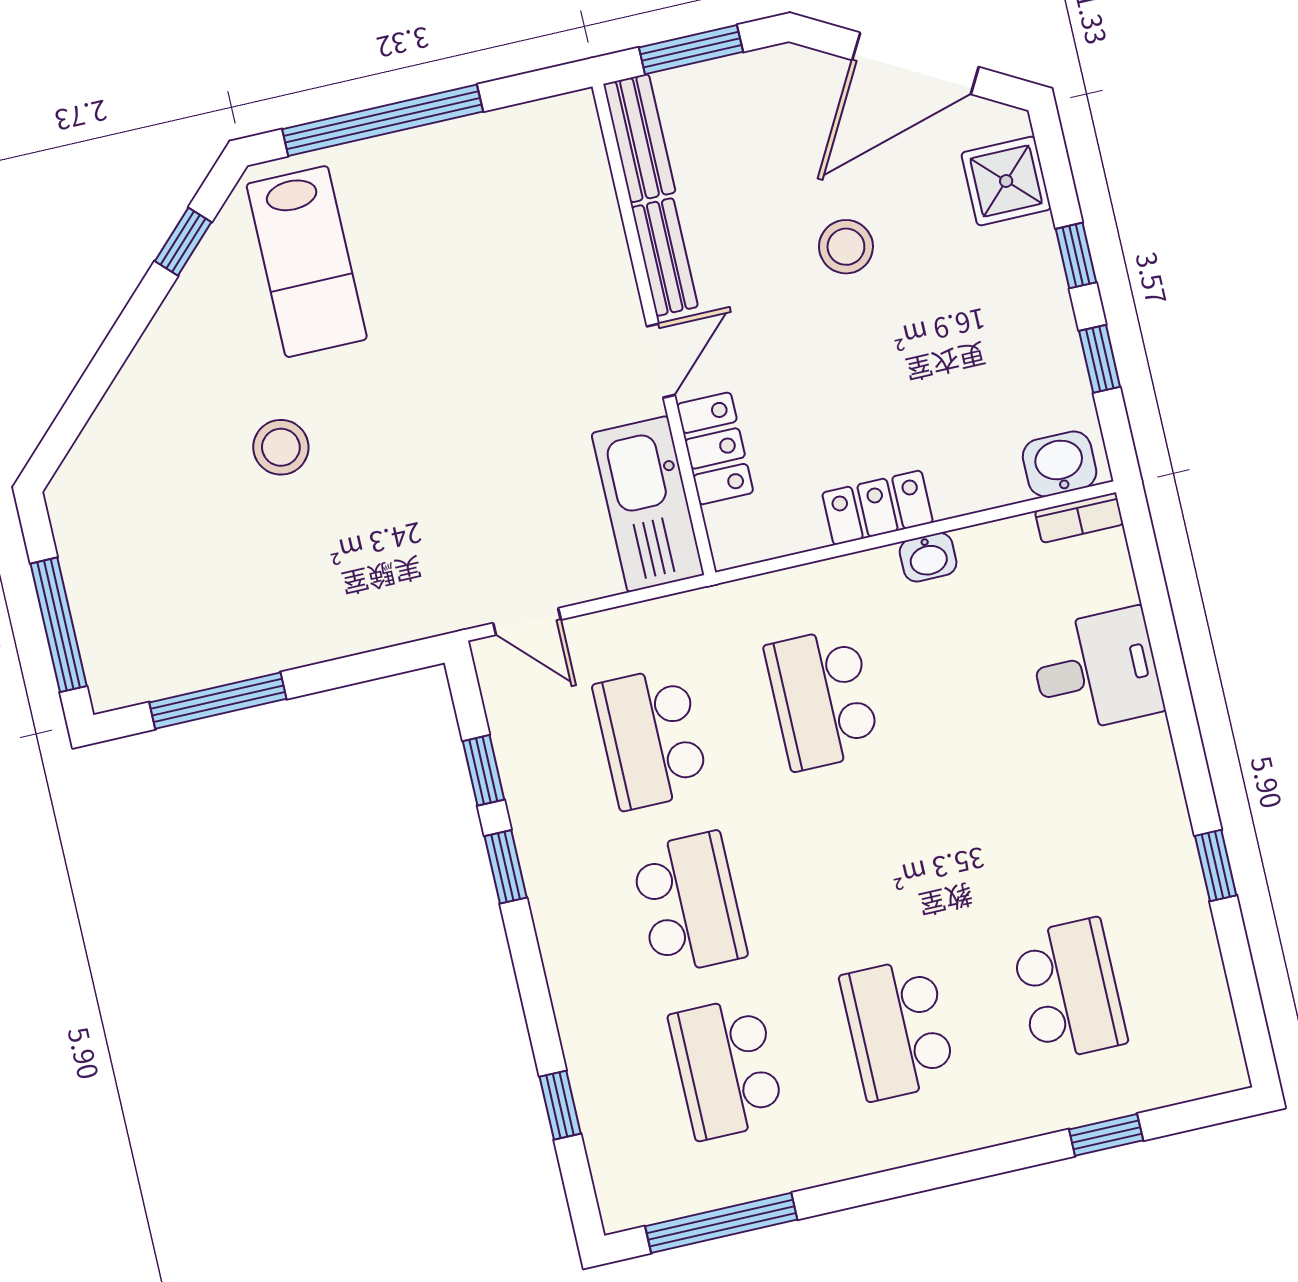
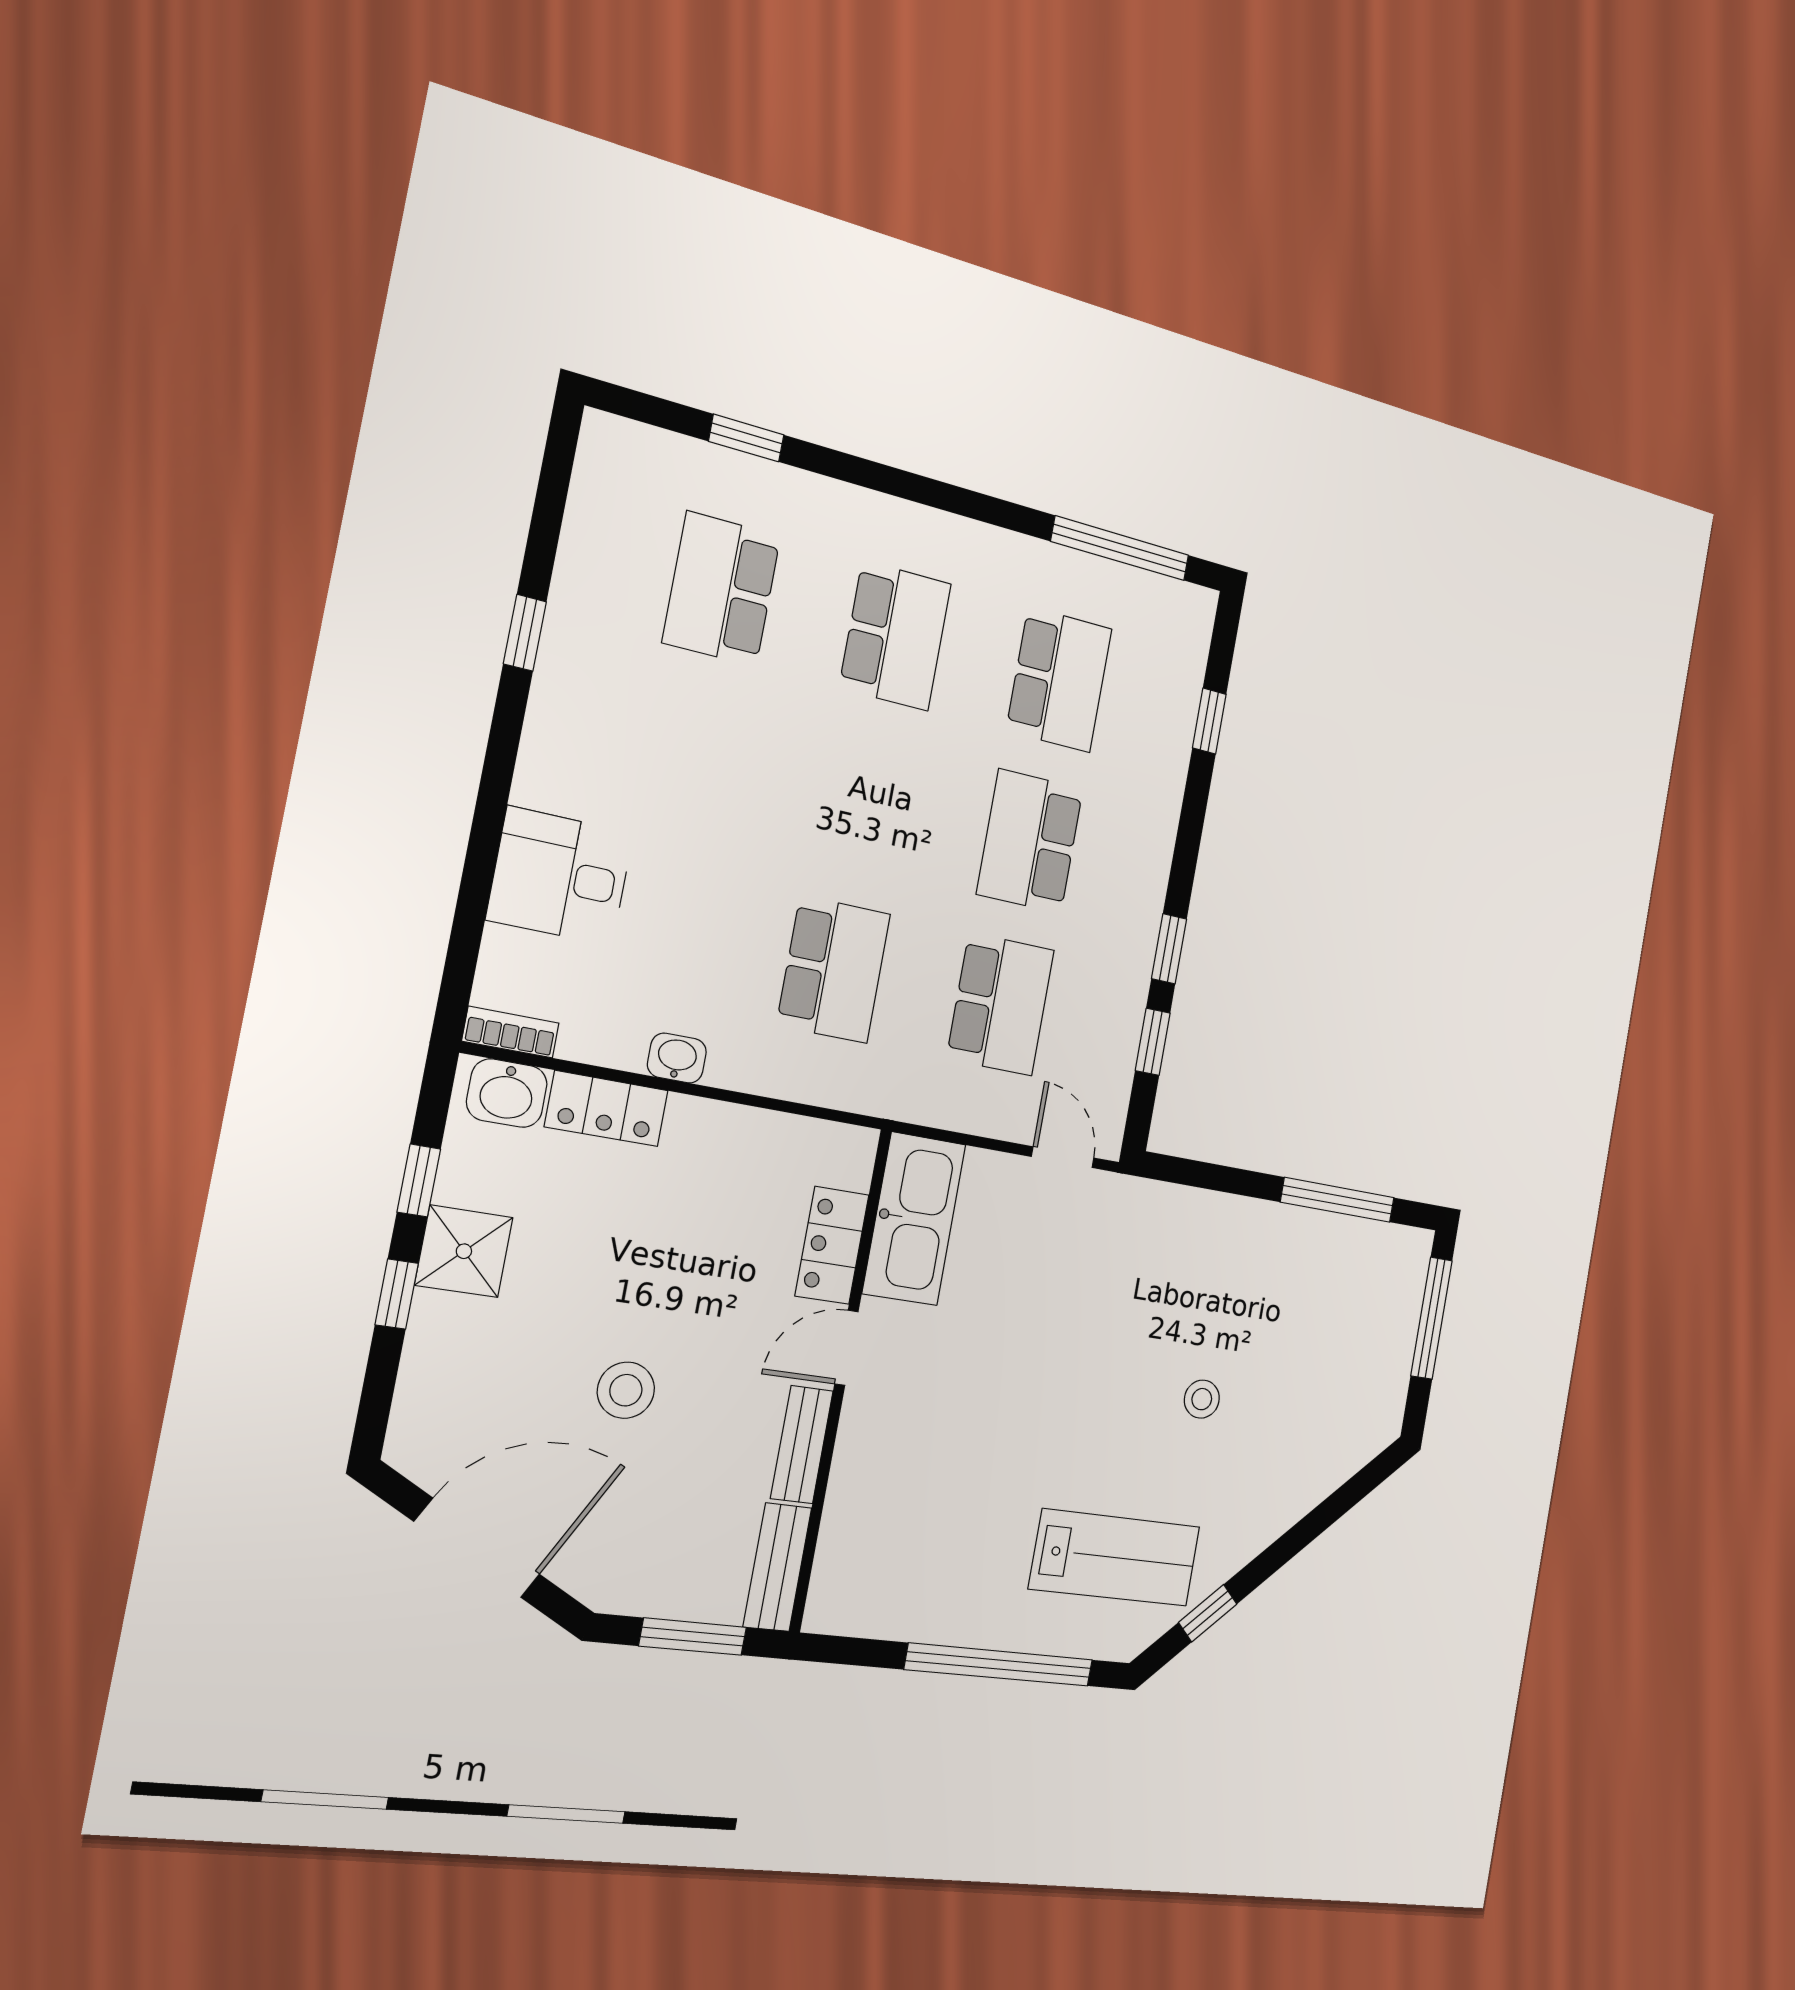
shower: (1006, 181) -> (464, 1251), moved
lab bench: (307, 262) -> (1115, 1558), turned 90
stool: (281, 447) -> (1202, 1399), width x0.73, depth x0.73
locker: (878, 508) -> (606, 1109), moved

